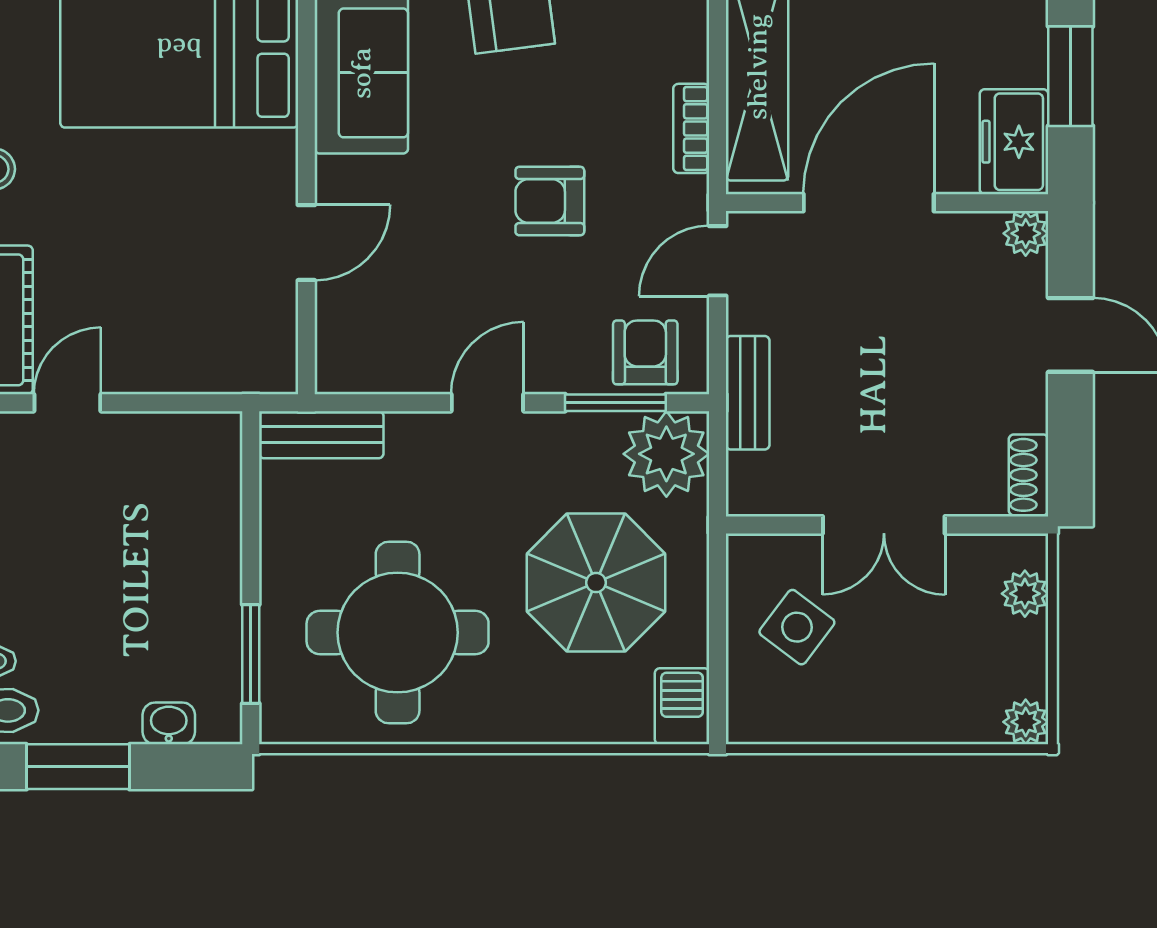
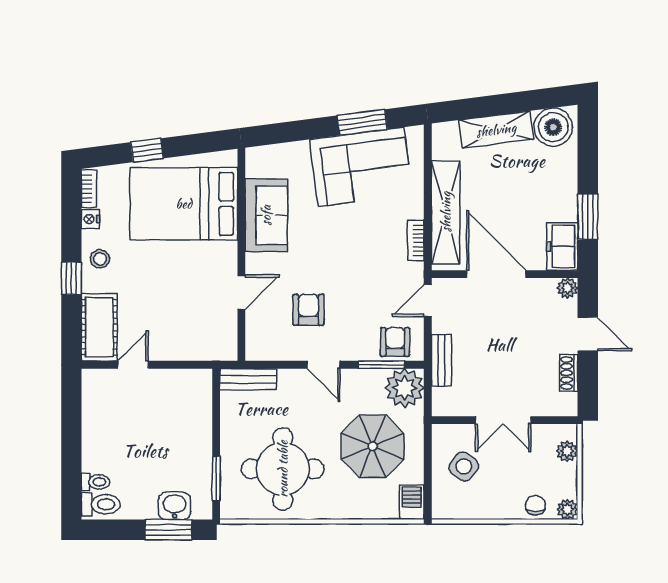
armchair: (550, 201) -> (308, 310), moved, turned 90
door: (869, 203) -> (496, 274), hinge flipped
door: (487, 403) -> (323, 365), swing flipped
shoe rack: (1029, 475) -> (569, 373), moved
chair: (955, 713) -> (535, 505), added
washbasin: (169, 723) -> (175, 506), width x1.38, depth x1.45
window: (78, 767) -> (168, 530), moved

